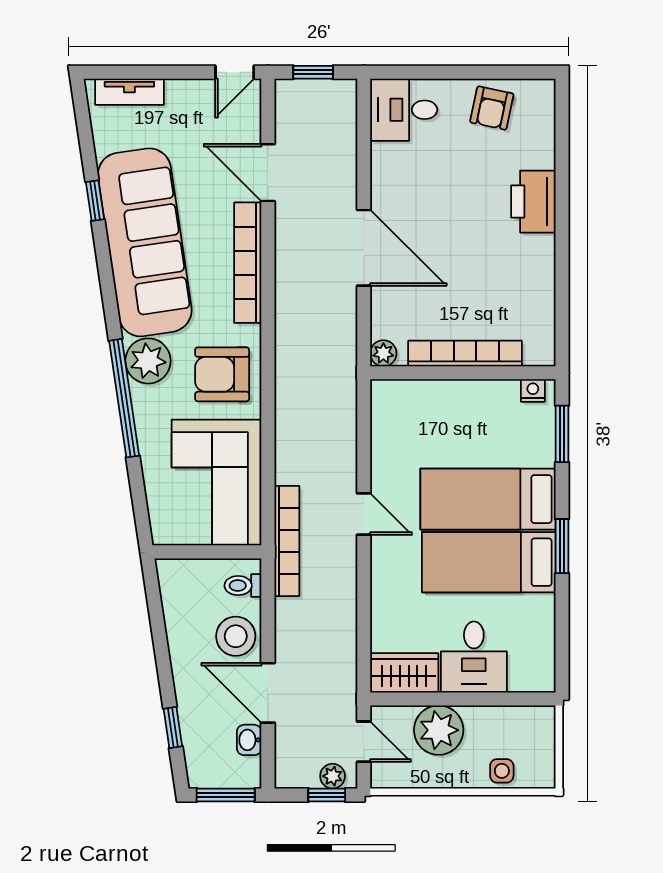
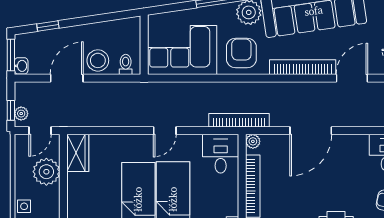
bookcase: (287, 541) -> (239, 120), moved, turned 180
desk: (474, 657) -> (221, 154), moved, turned 90
washbasin: (249, 740) -> (21, 66), moved, turned 90

